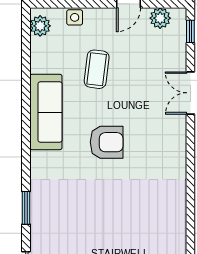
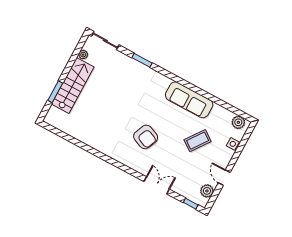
coffee table: (97, 69) -> (198, 141), turned -61
armchair: (107, 142) -> (146, 137), moved, turned -67

